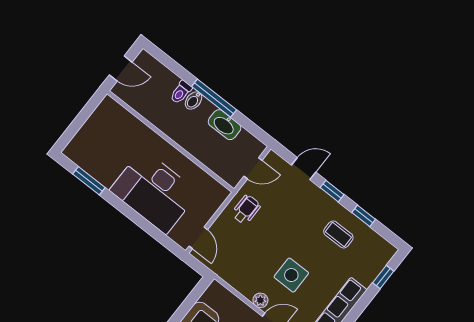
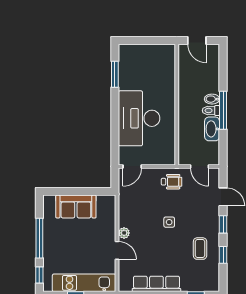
toilet: (181, 92) -> (211, 111), moved
side table: (291, 275) -> (169, 222), moved, width x0.54, depth x0.54

